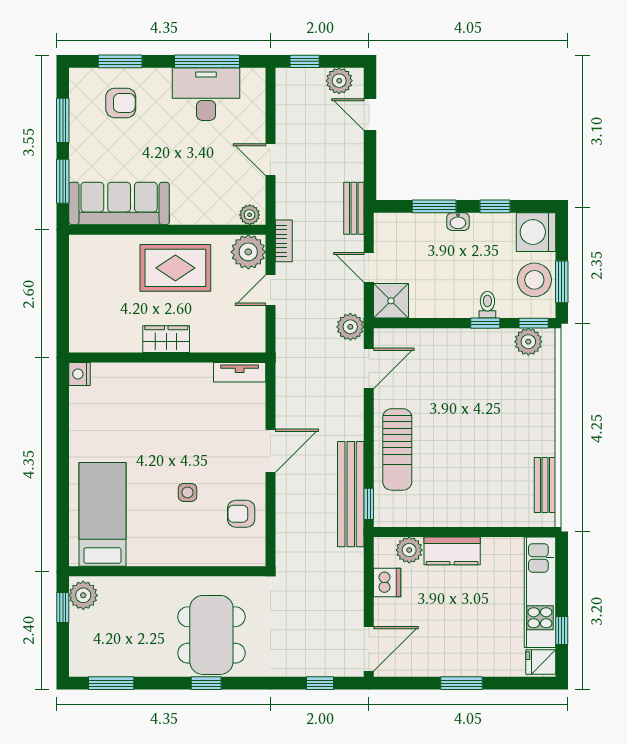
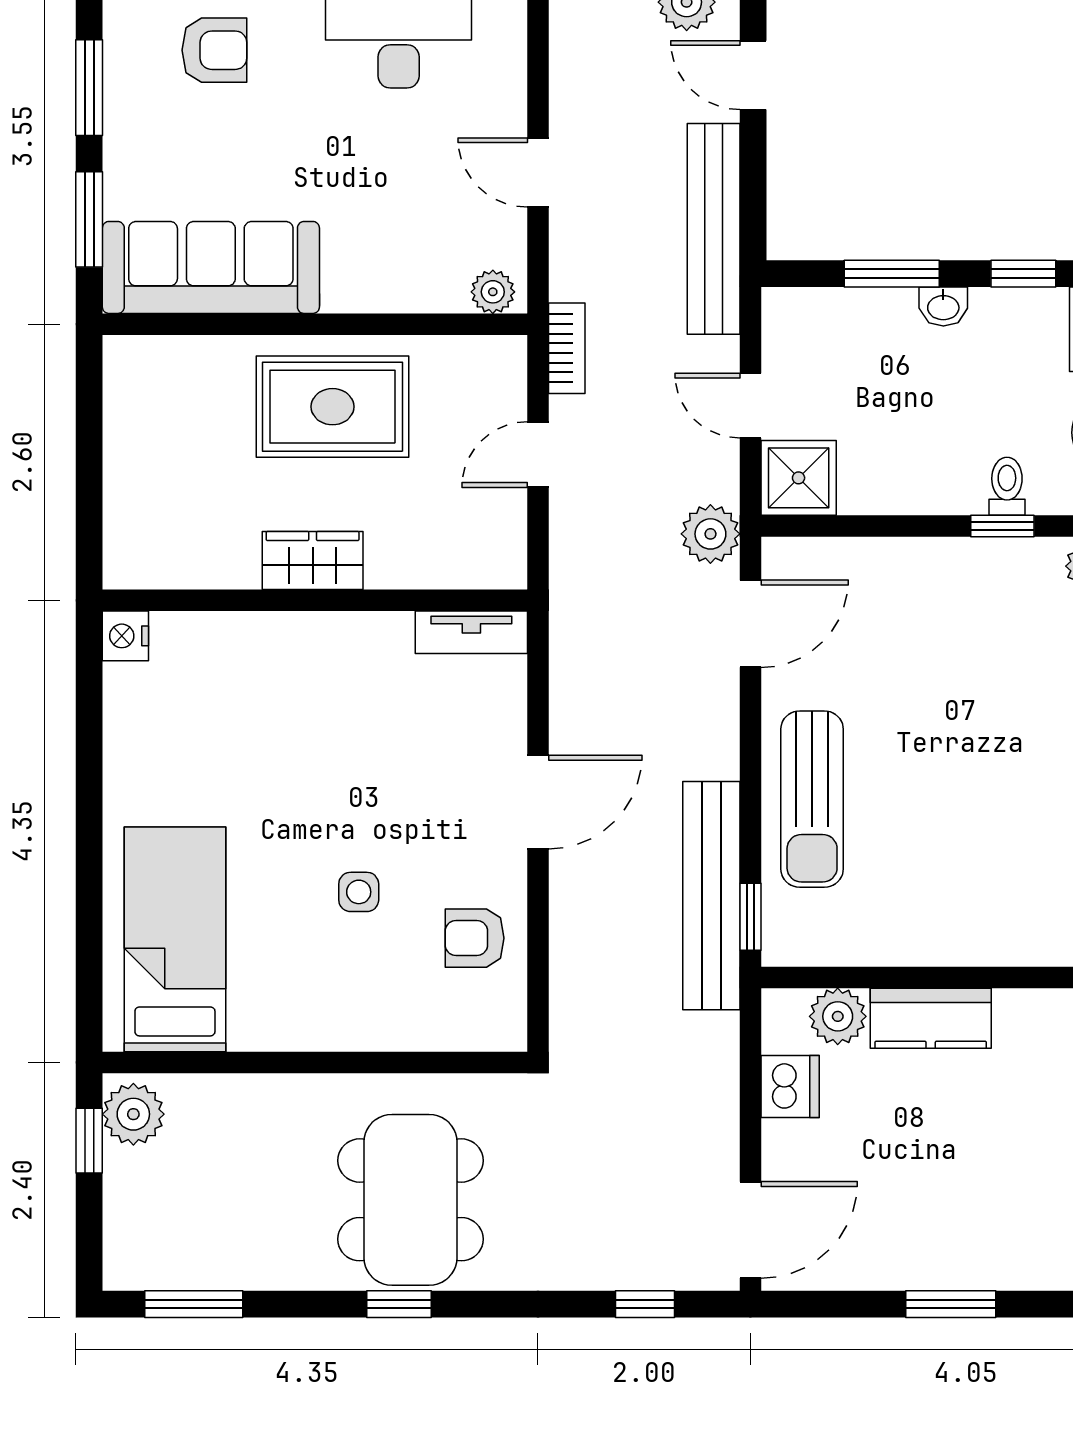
bench: (354, 208) -> (714, 229), width x1.86, depth x1.21
plant: (248, 252) -> (490, 372), removed

